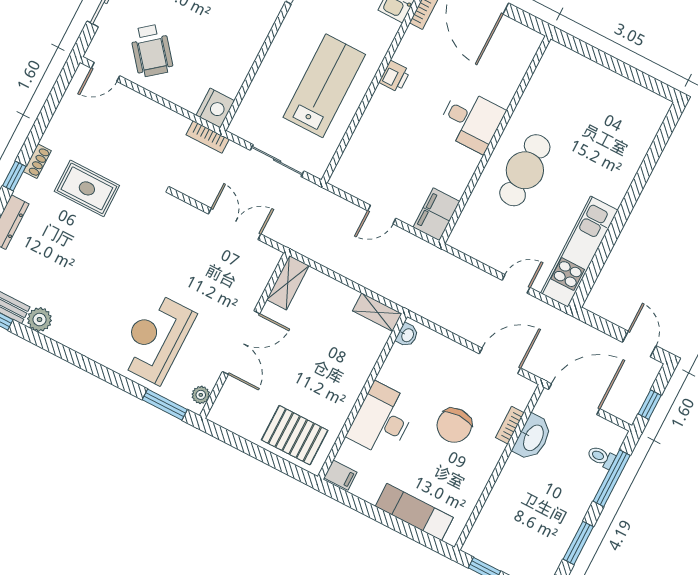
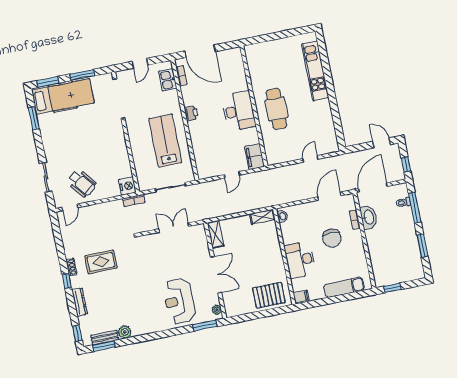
desk: (471, 120) -> (239, 111), width x1.37
kitchen unit: (579, 252) -> (315, 71), moved

